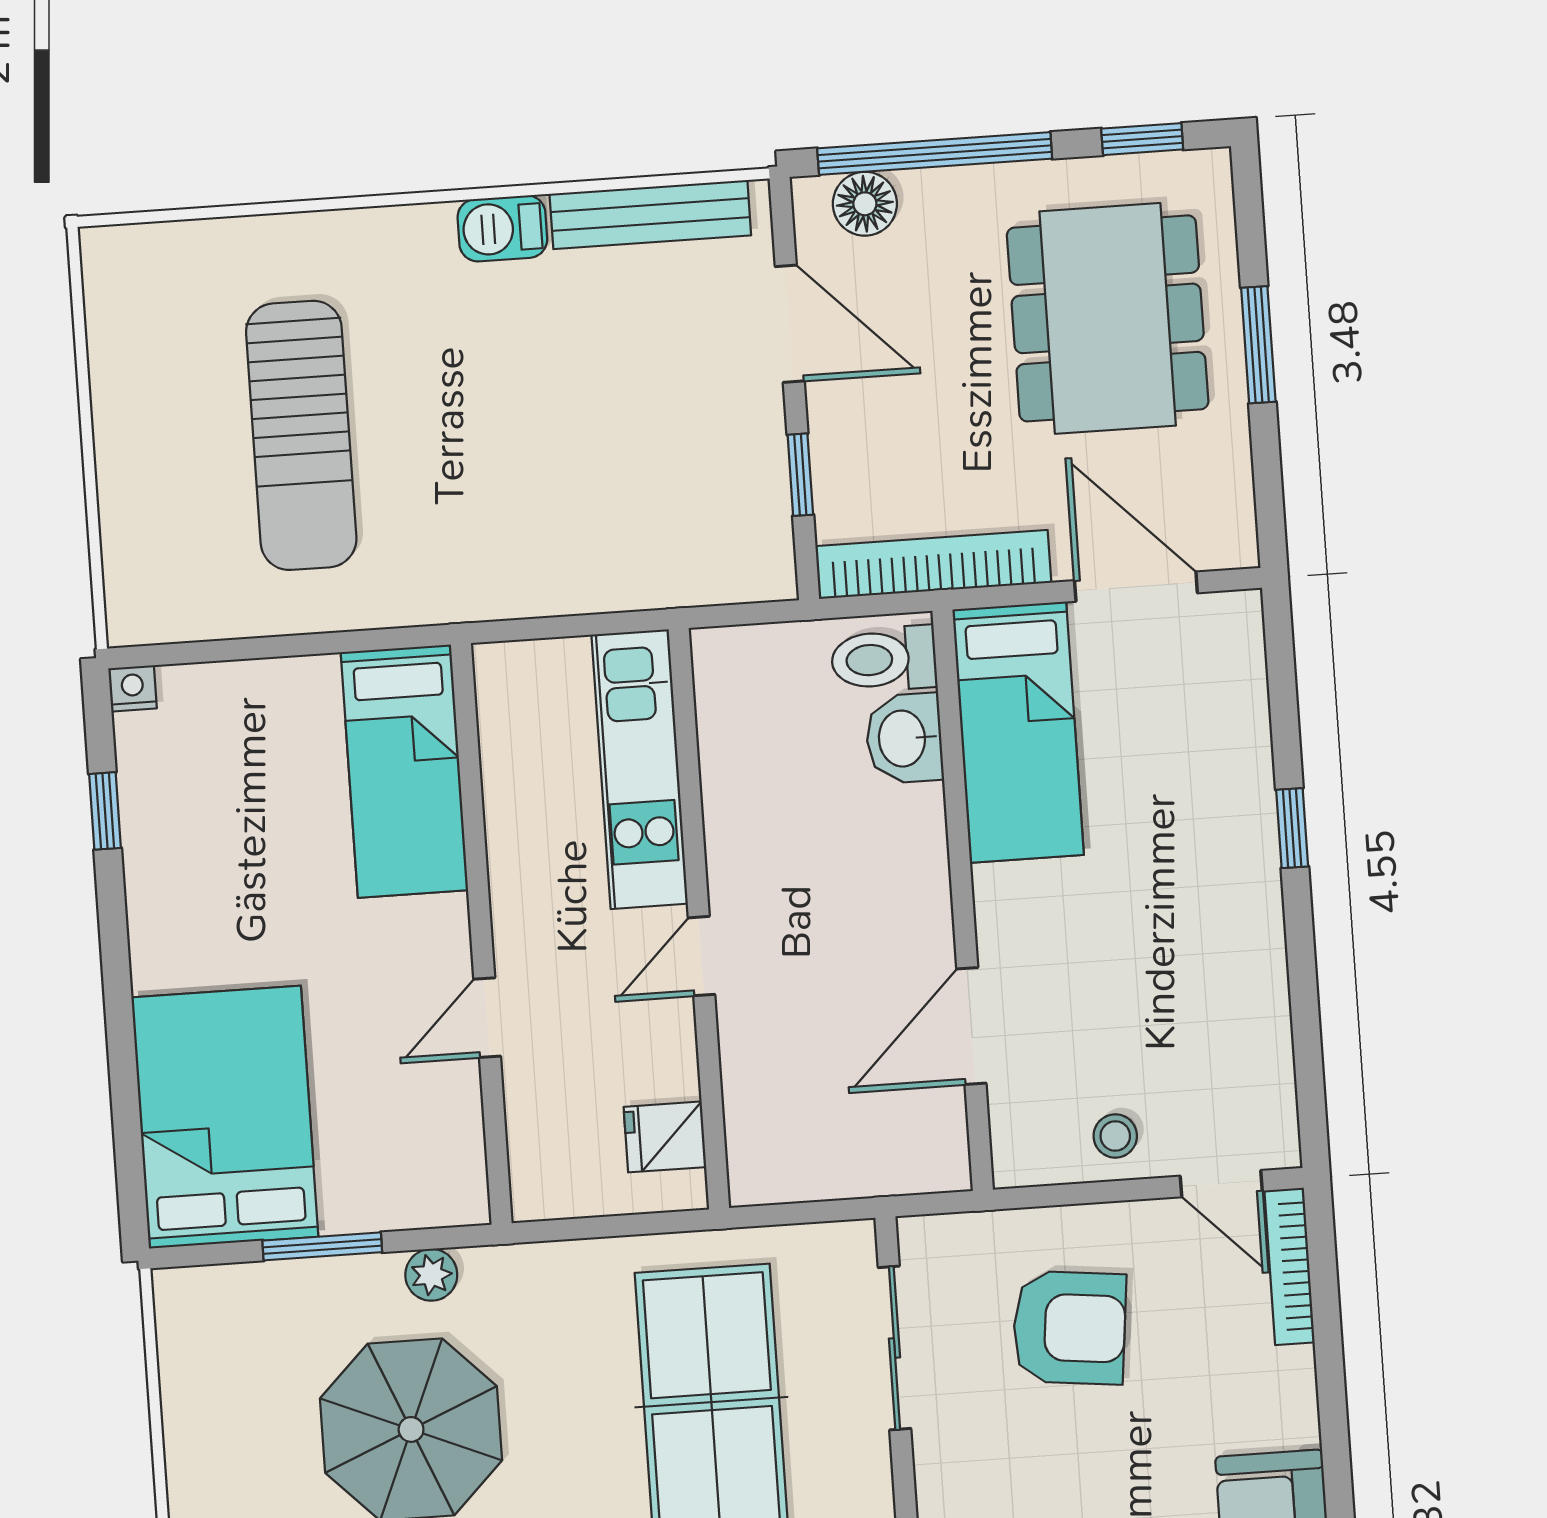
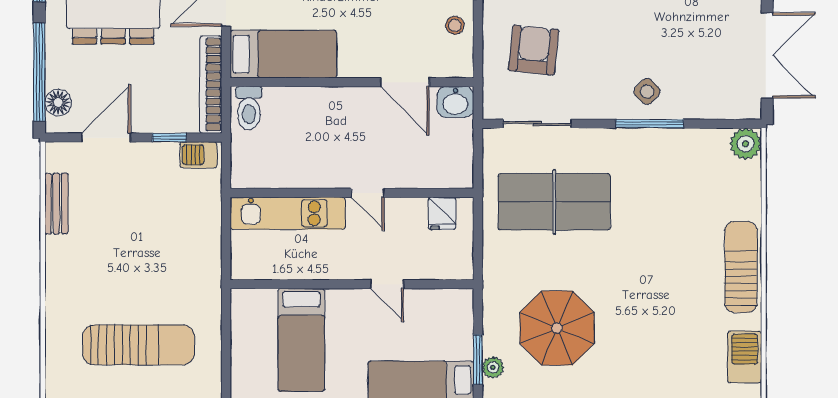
bench: (650, 215) -> (56, 204), width x0.73
barbecue: (502, 228) -> (199, 155), moved, turned 90
washbasin: (904, 738) -> (455, 102), moved
bed: (404, 771) -> (301, 340), moved, turned 90
plant: (431, 1275) -> (493, 367), moved

